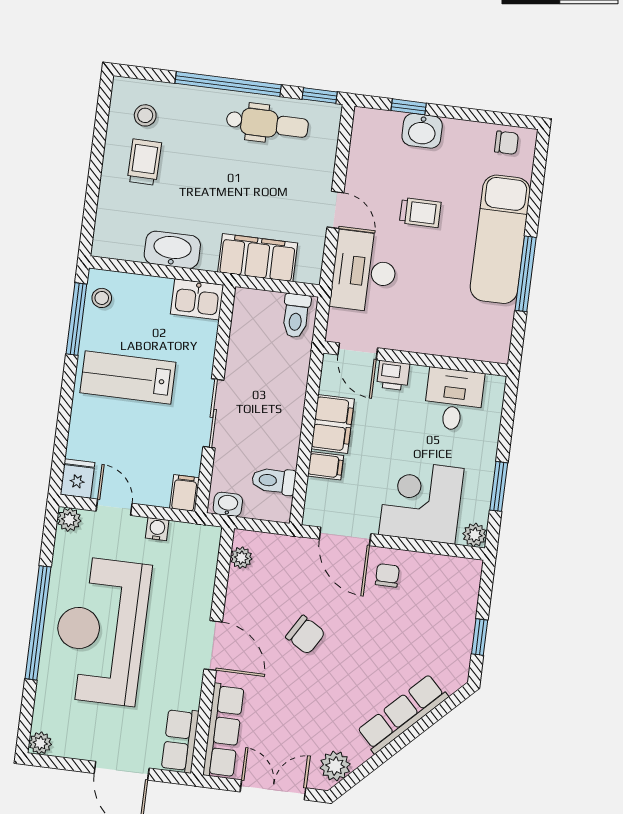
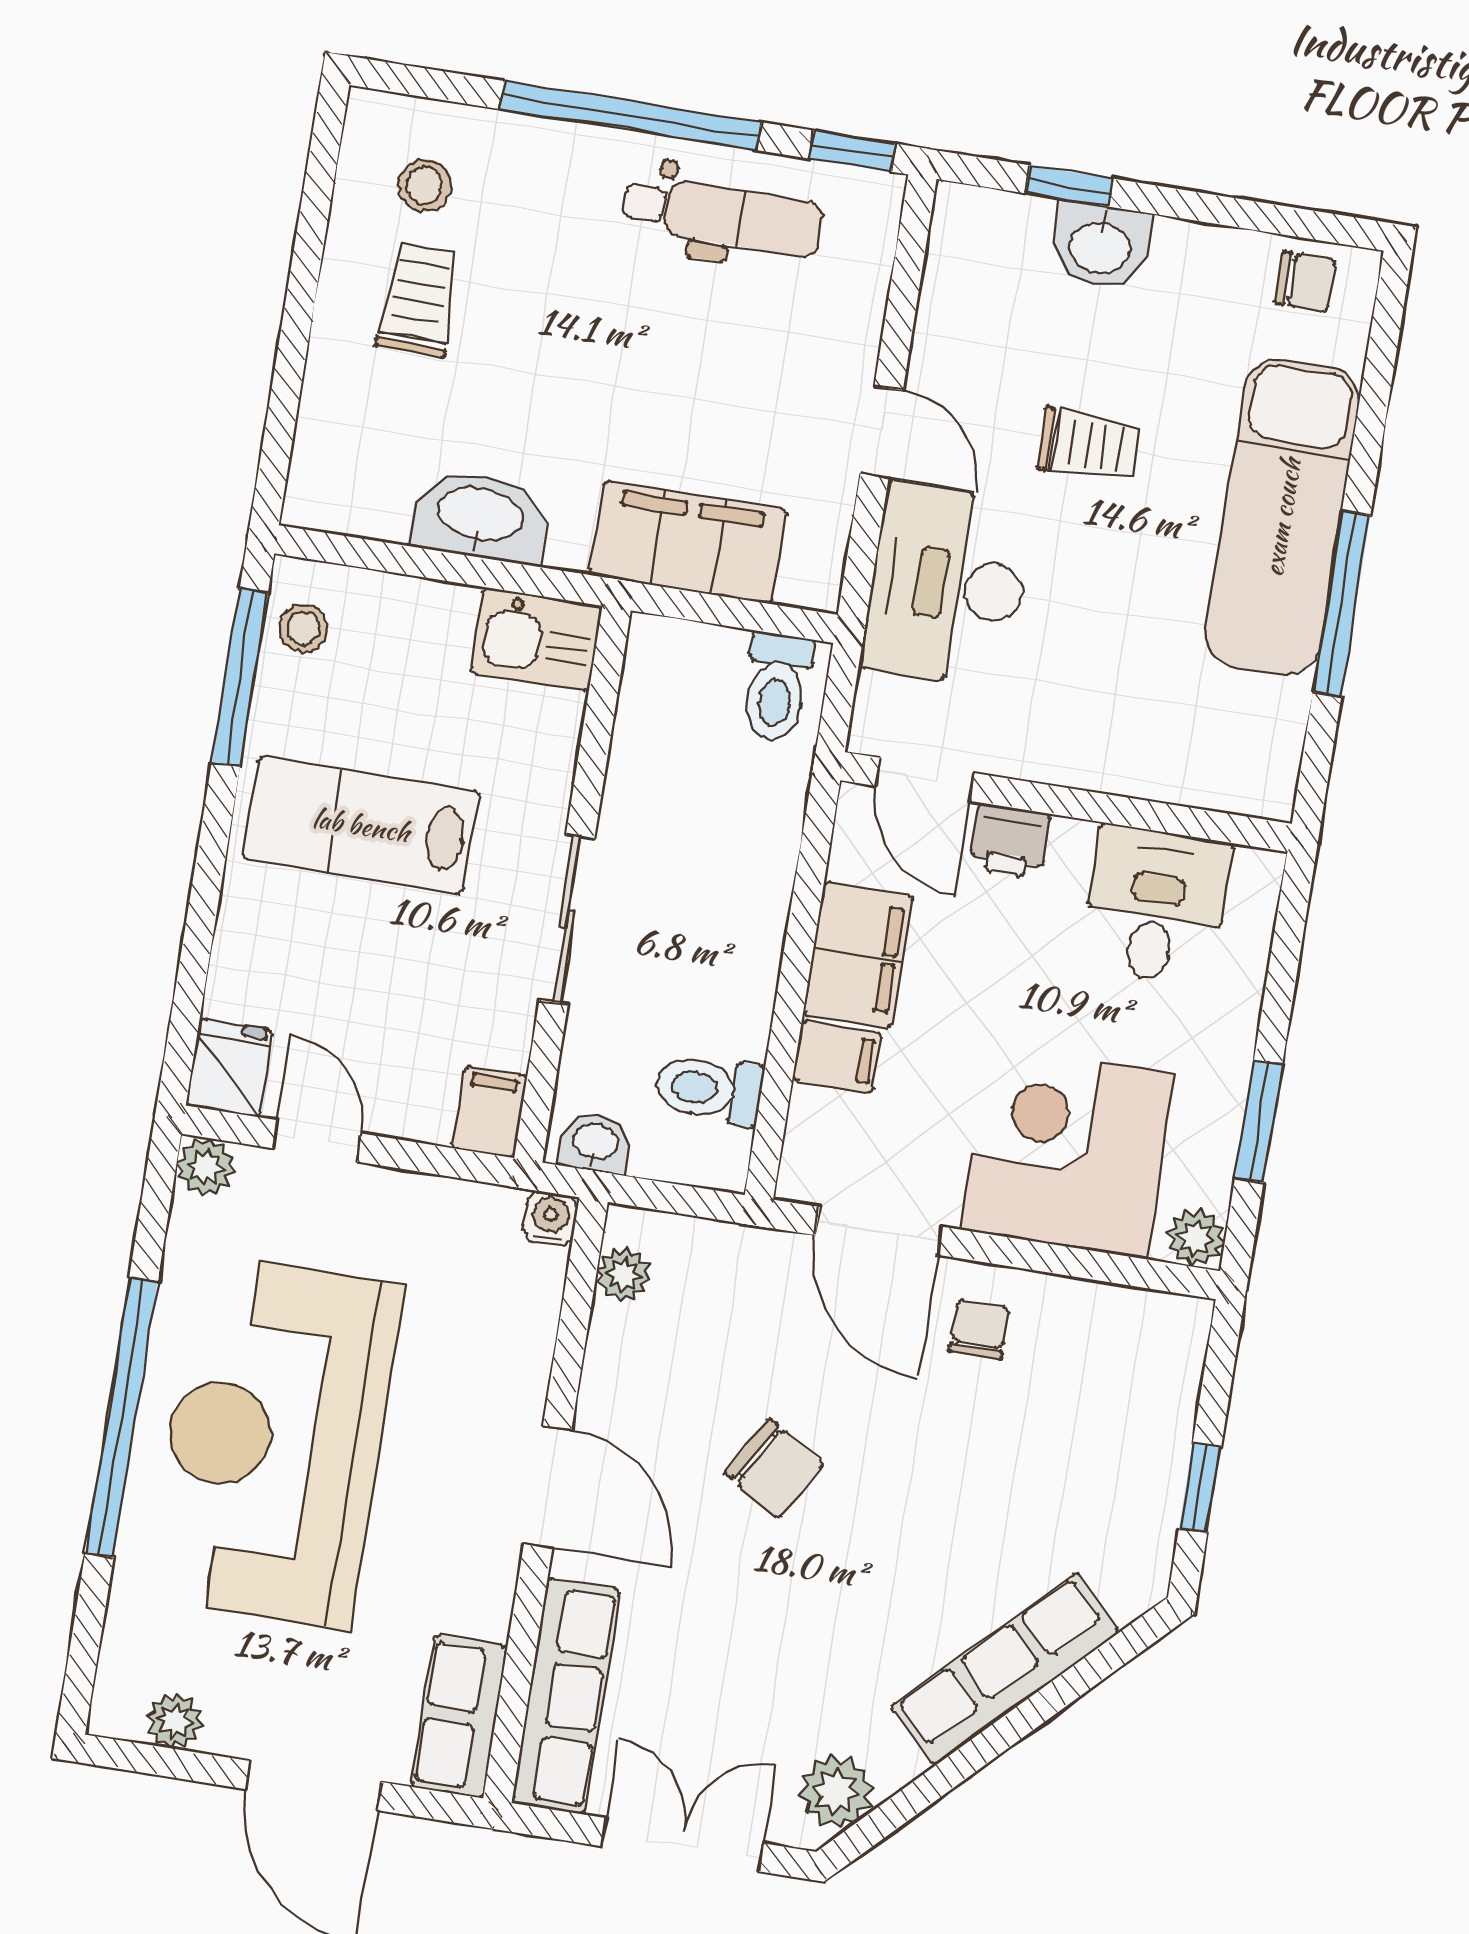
water cooler: (157, 529) -> (550, 1219), moved
plant: (40, 743) -> (175, 1721), moved

